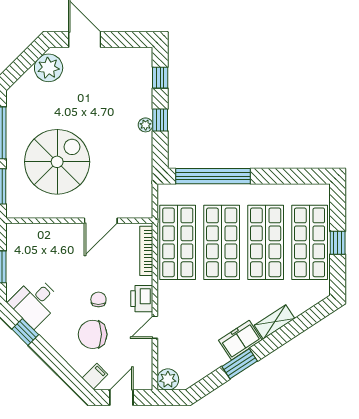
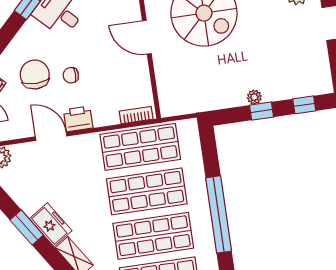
window: (213, 176) -> (219, 214), moved
door: (101, 221) -> (147, 37), moved
bookcase: (146, 251) -> (136, 115), width x0.64
chair: (98, 299) -> (71, 75), turned 180
door: (155, 327) -> (51, 136), width x1.38

